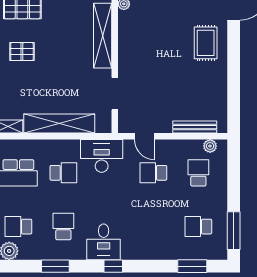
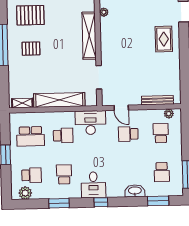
school desk: (18, 227) -> (32, 175), turned 180
school desk: (198, 227) -> (162, 172), turned -90
washbasin: (161, 252) -> (135, 191), added

